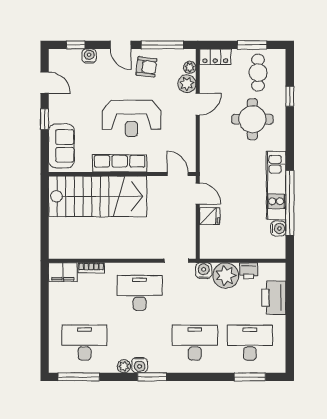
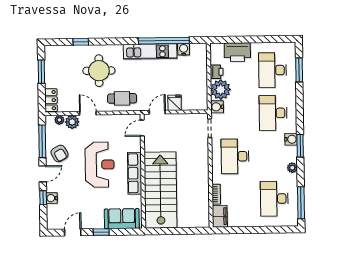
window: (76, 45) -> (43, 198), moved
armchair: (146, 67) -> (59, 153), turned 143
cafe table: (258, 73) -> (122, 98), moved
water cooler: (140, 365) -> (291, 139), moved

